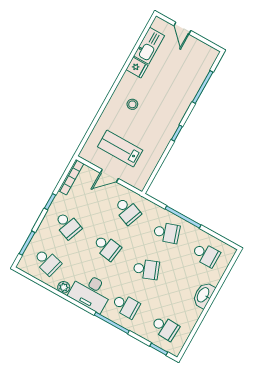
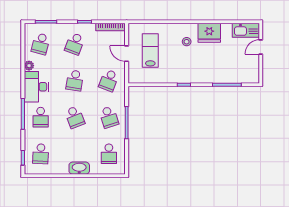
kitchen sink: (149, 46) -> (246, 30), moved
fridge: (137, 68) -> (209, 33), width x1.88, depth x1.34

